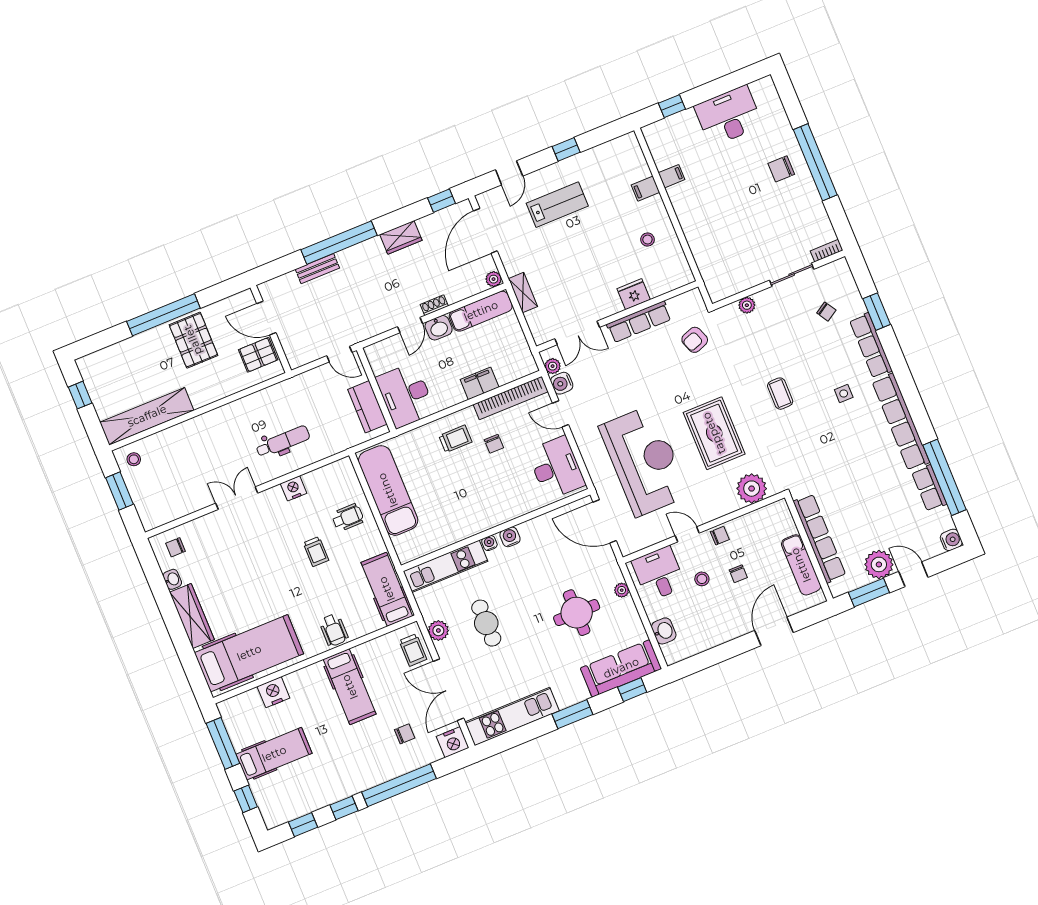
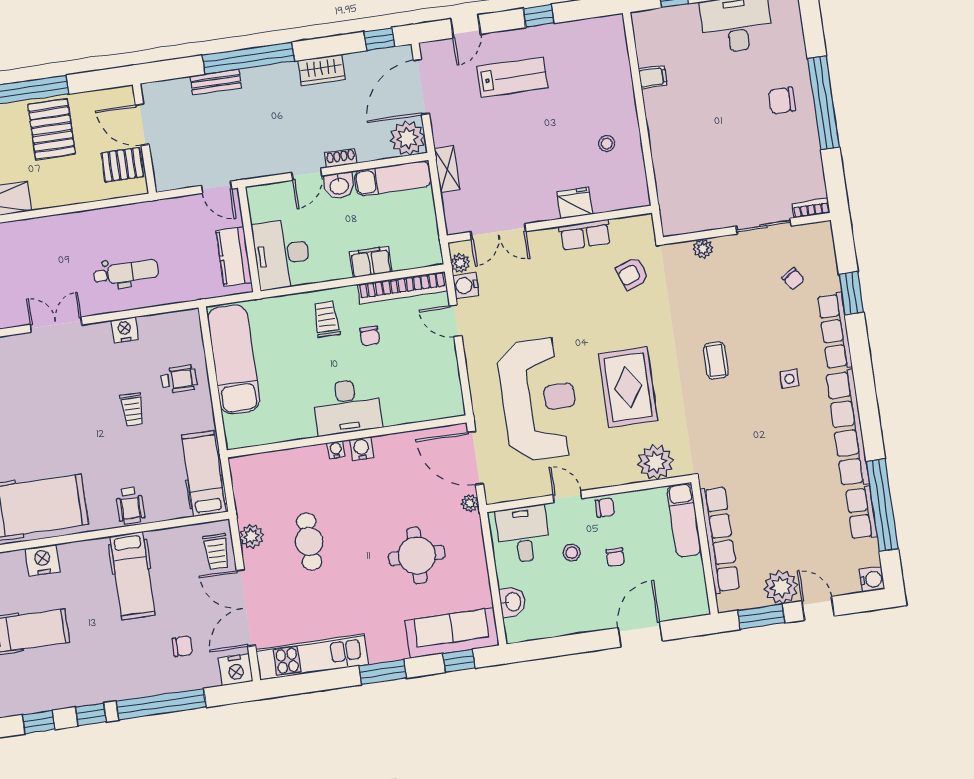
filing cabinet: (645, 189) -> (619, 84), removed
plant: (494, 279) -> (408, 138), width x1.88, depth x1.88
row of seats: (639, 322) -> (585, 235), width x0.68
trolley: (455, 439) -> (326, 319), turned -90
desk: (556, 468) -> (347, 407), moved, turned 90
exam couch: (801, 565) -> (684, 520), moved
kitchen unit: (445, 566) -> (278, 464), removed
plant: (622, 590) -> (470, 503), moved

